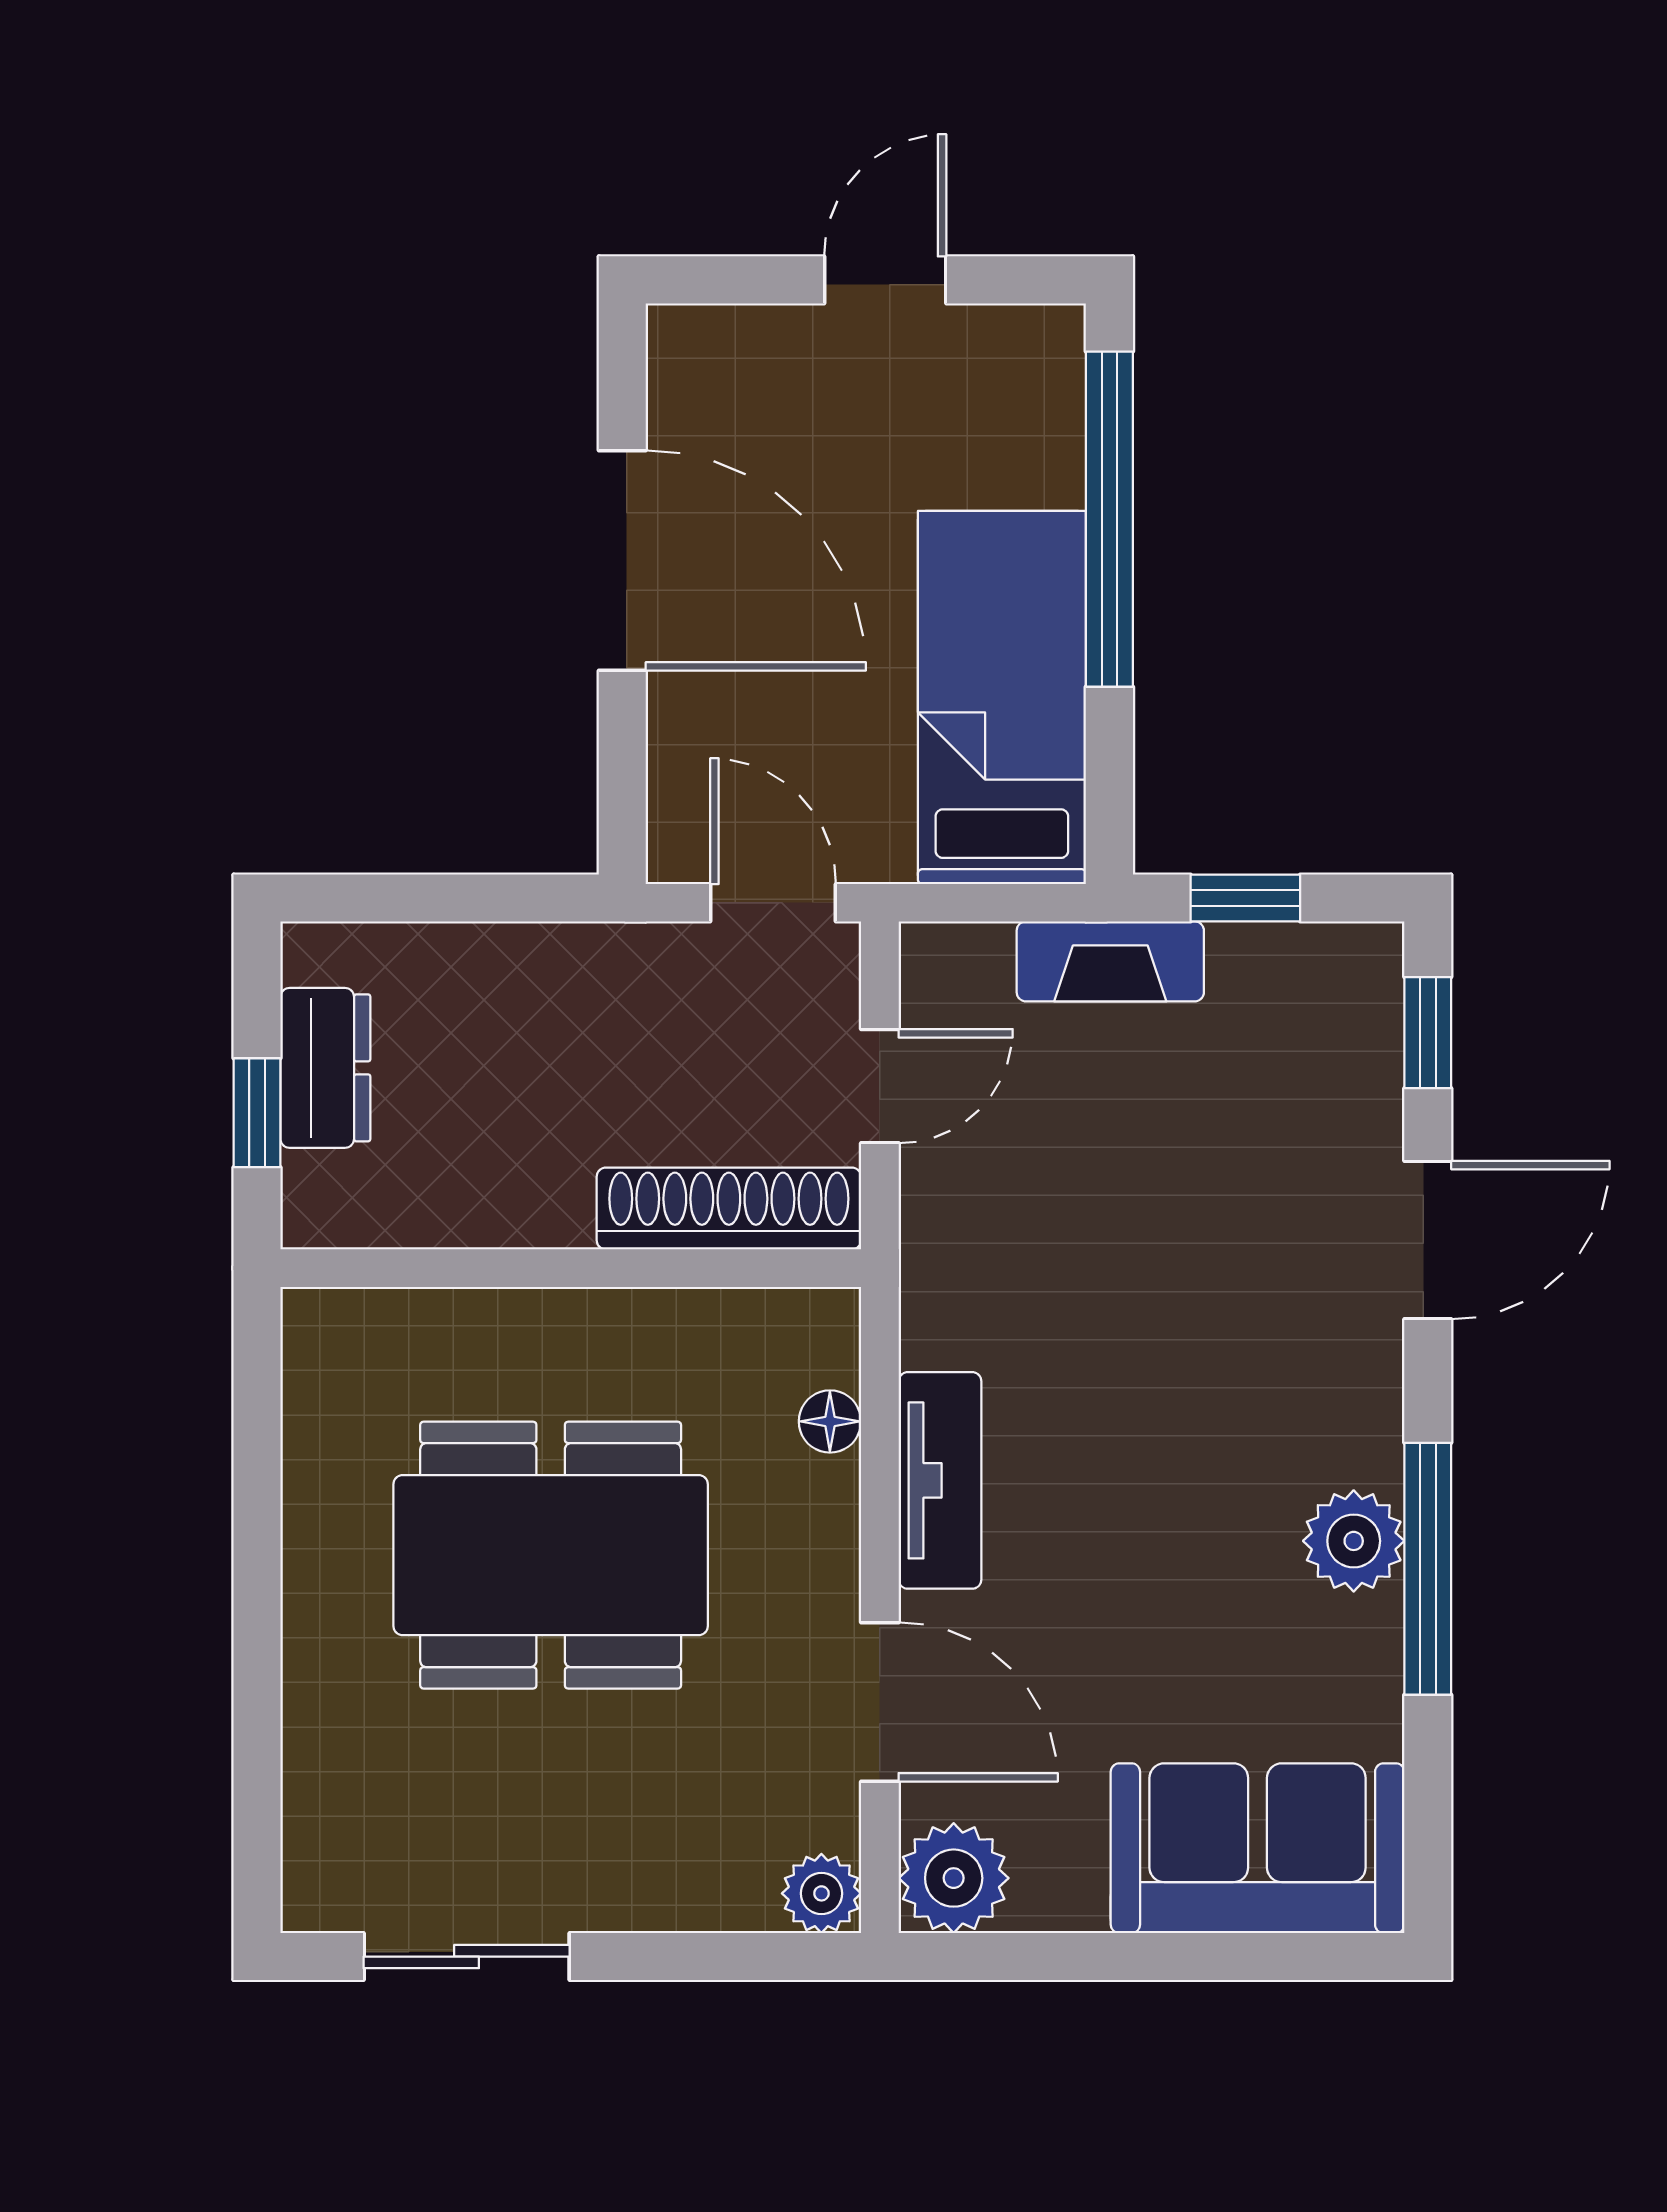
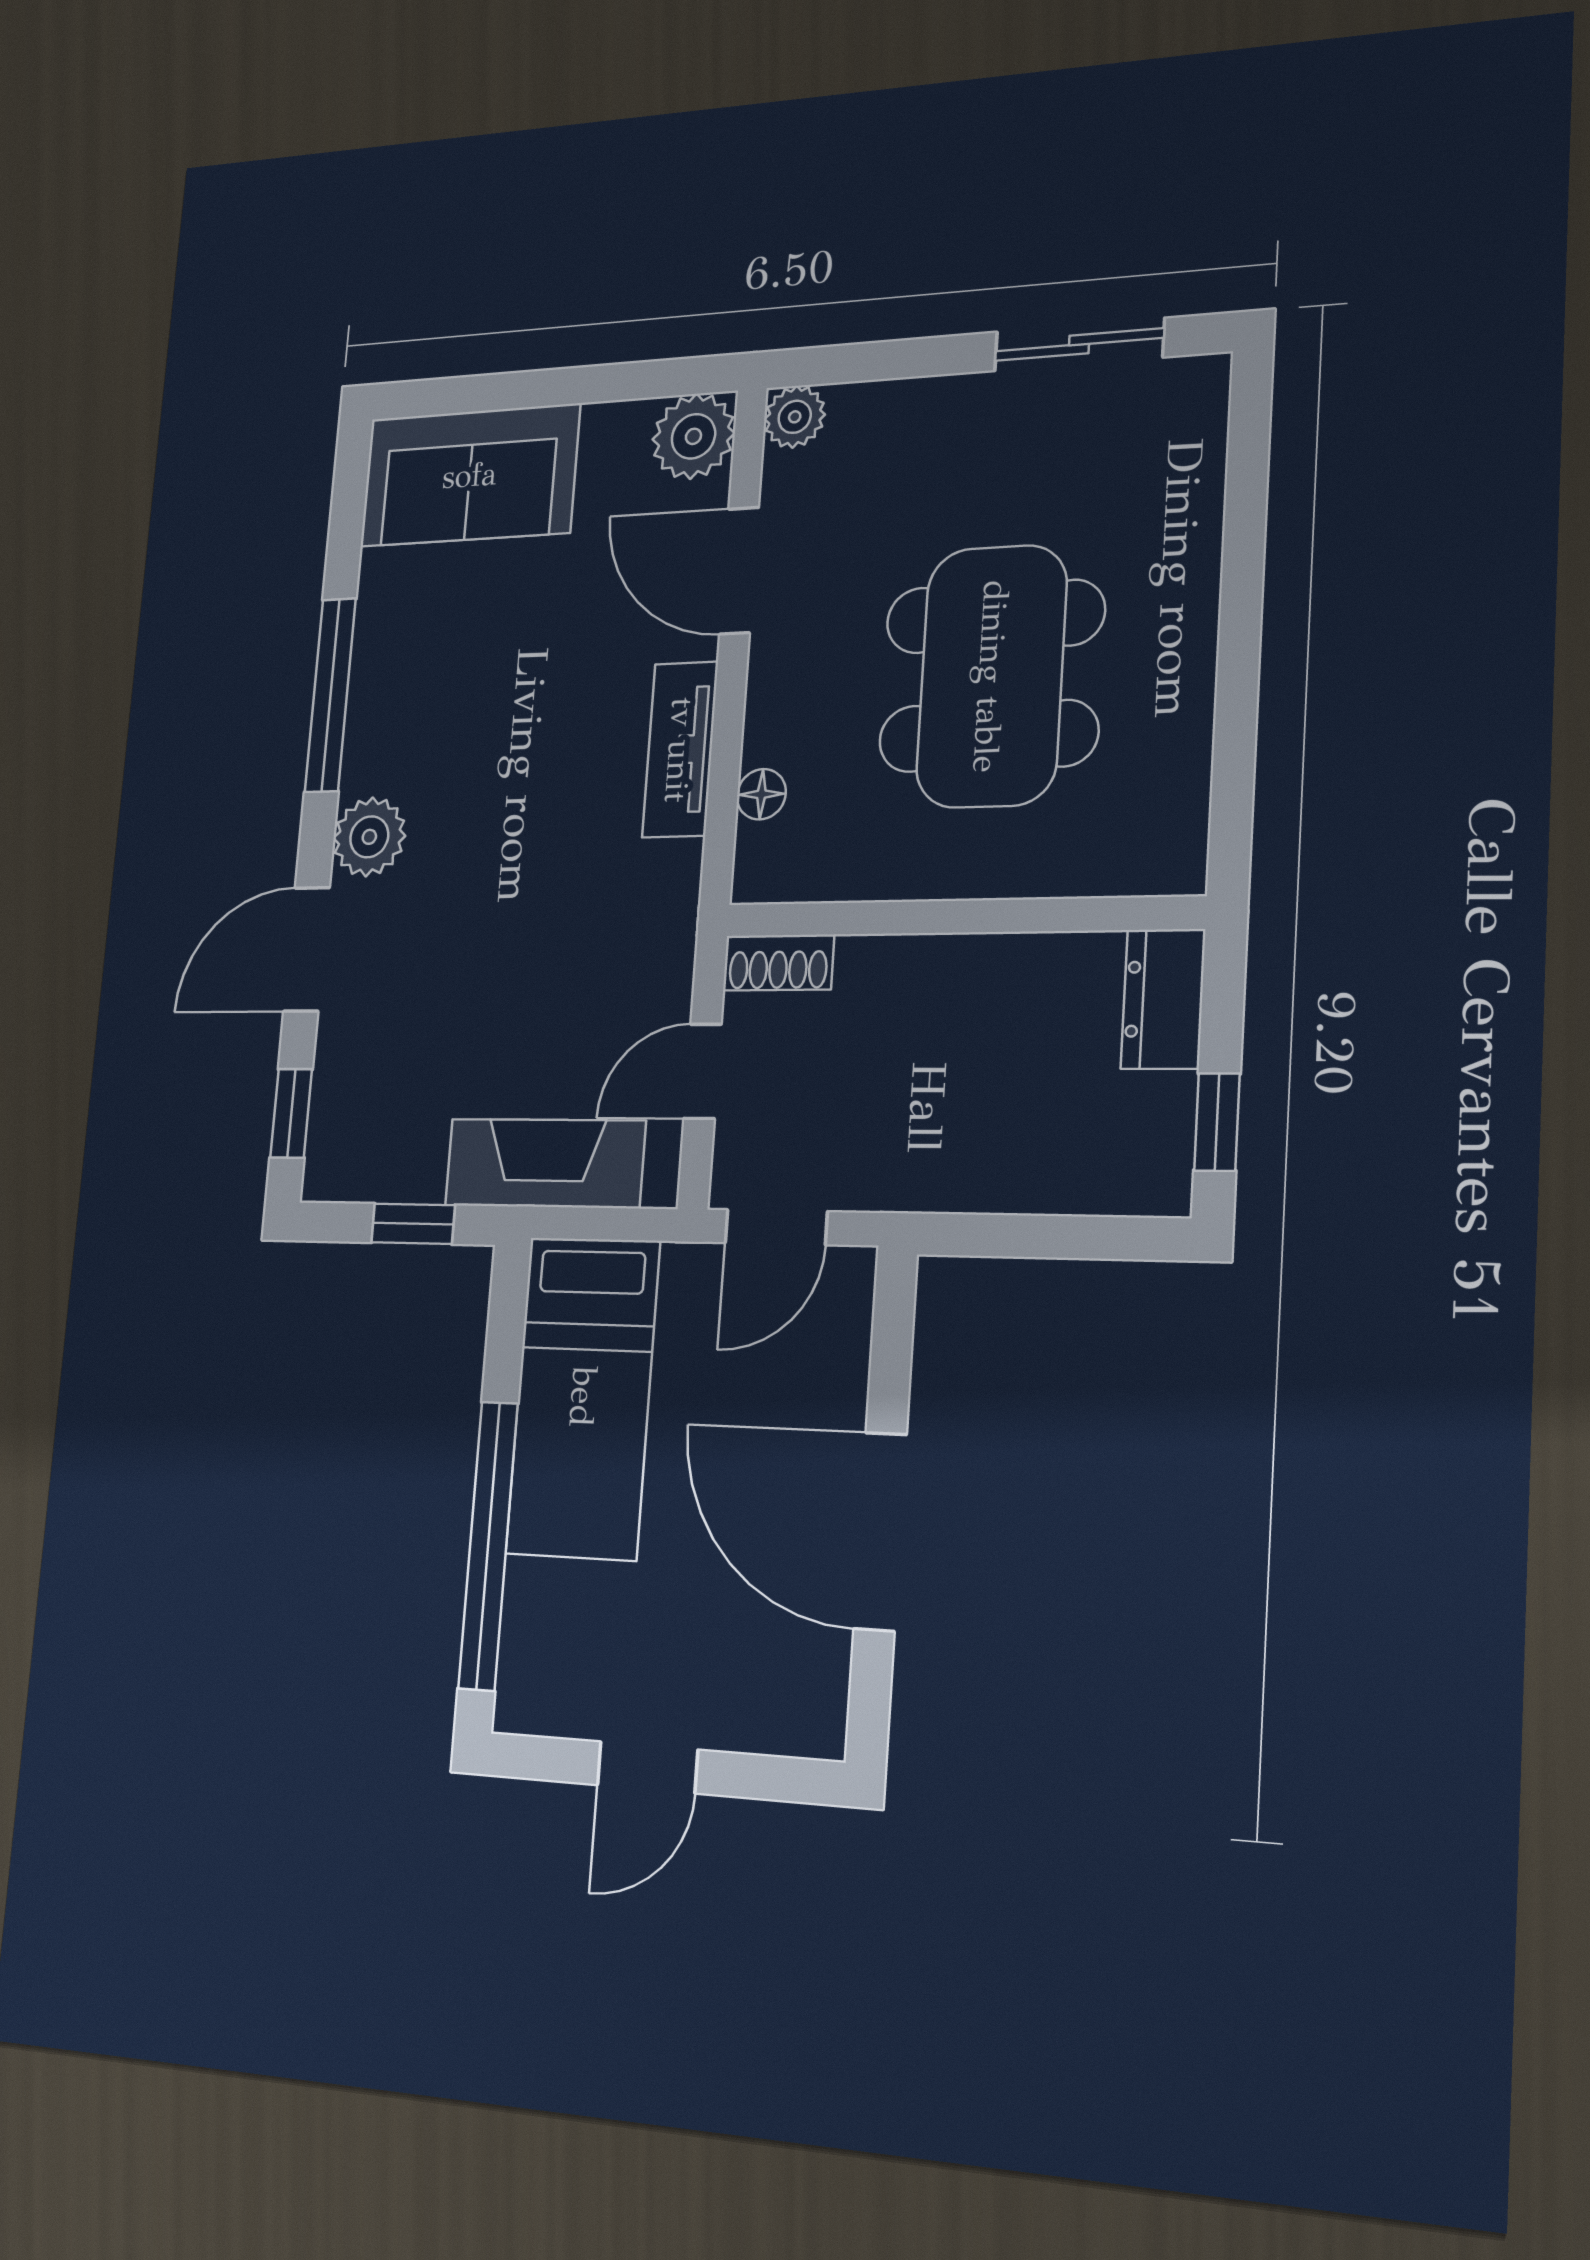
door: (773, 903) -> (776, 1227), hinge flipped
fireplace: (1110, 961) -> (545, 1163), width x1.37, depth x1.32
dresser: (325, 1068) -> (1163, 999), moved
window: (257, 1113) -> (1217, 1122), moved
shoe rack: (729, 1208) -> (779, 963), width x0.51, depth x0.81
plant: (1354, 1541) -> (369, 837), moved
dining table: (551, 1555) -> (991, 676), turned 90

